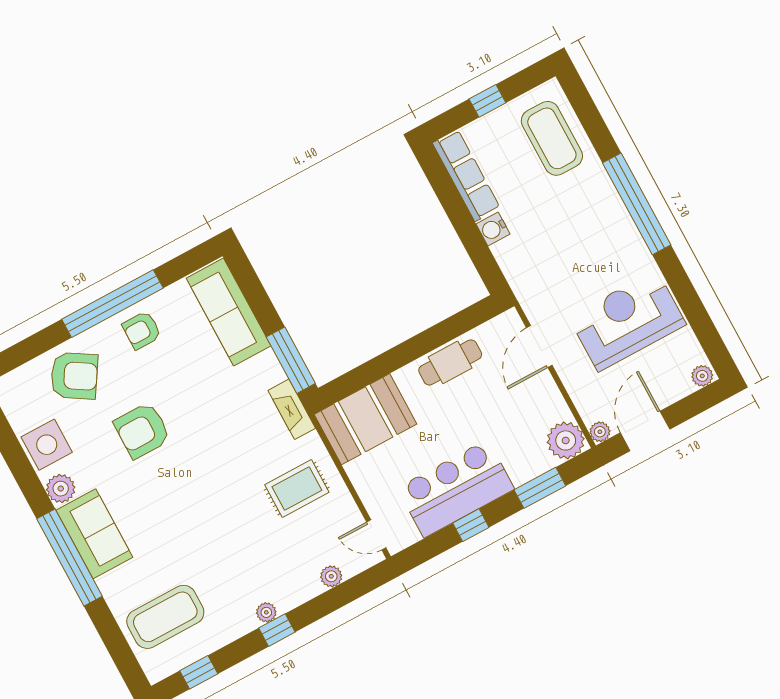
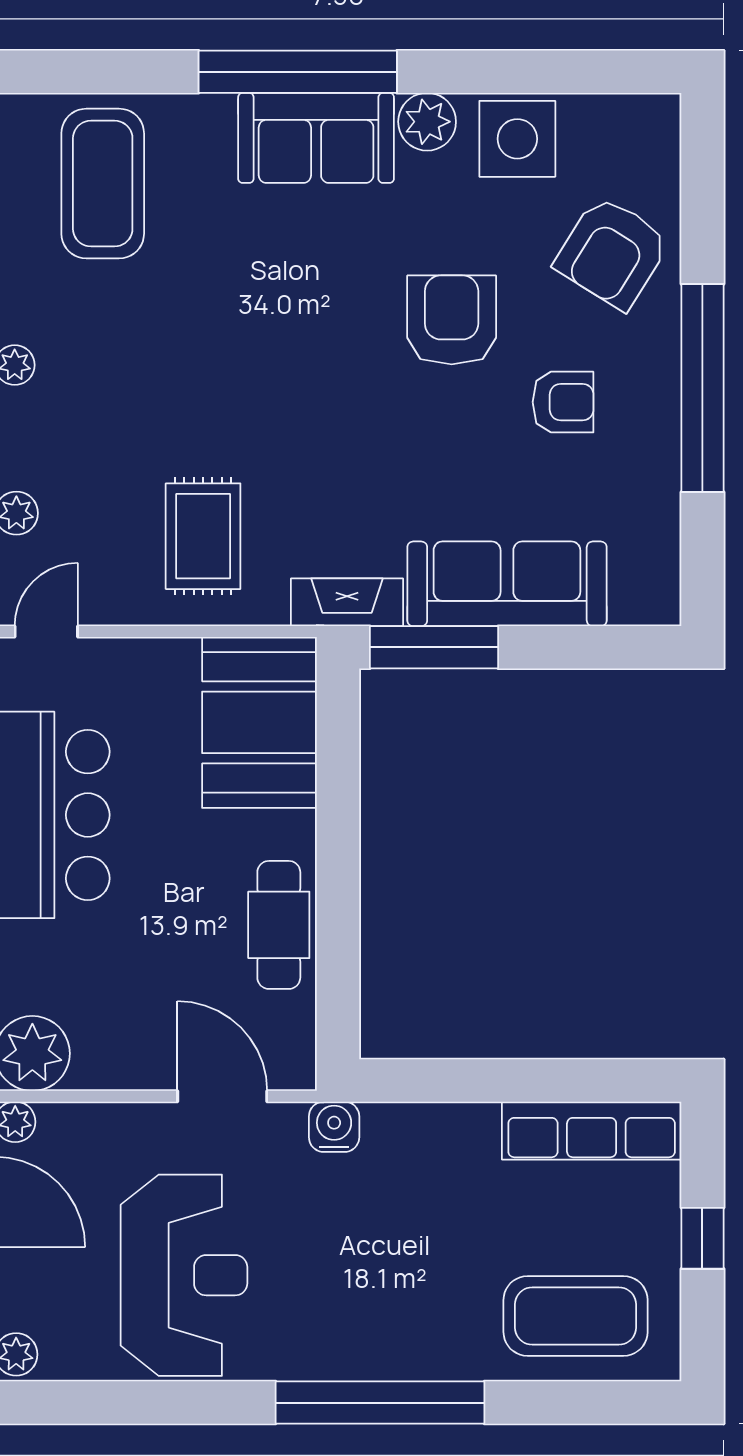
water cooler: (493, 229) -> (334, 1127), moved
sofa: (229, 312) -> (507, 584), moved
armchair: (142, 330) -> (563, 402), moved, turned 90

